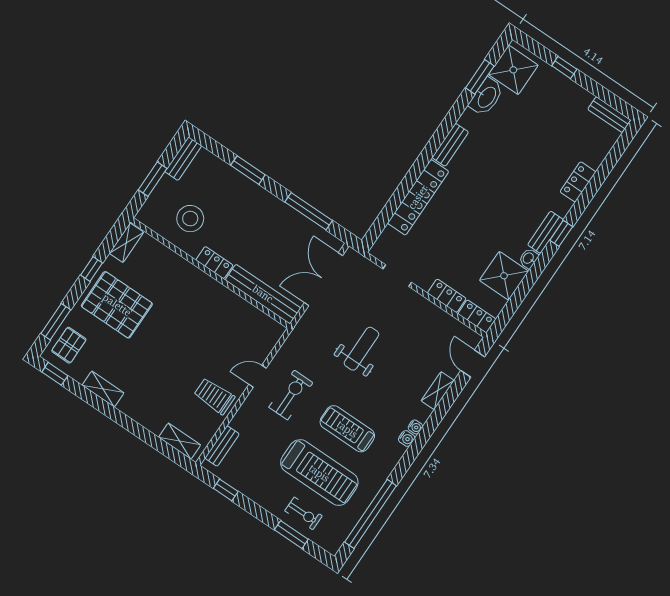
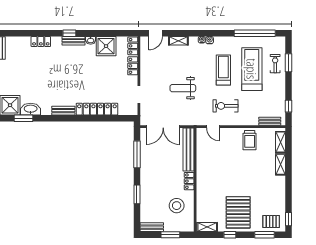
door: (257, 376) -> (213, 127), moved
shelving: (103, 389) -> (281, 164), moved
treadmill: (347, 429) -> (223, 70), turned 180

